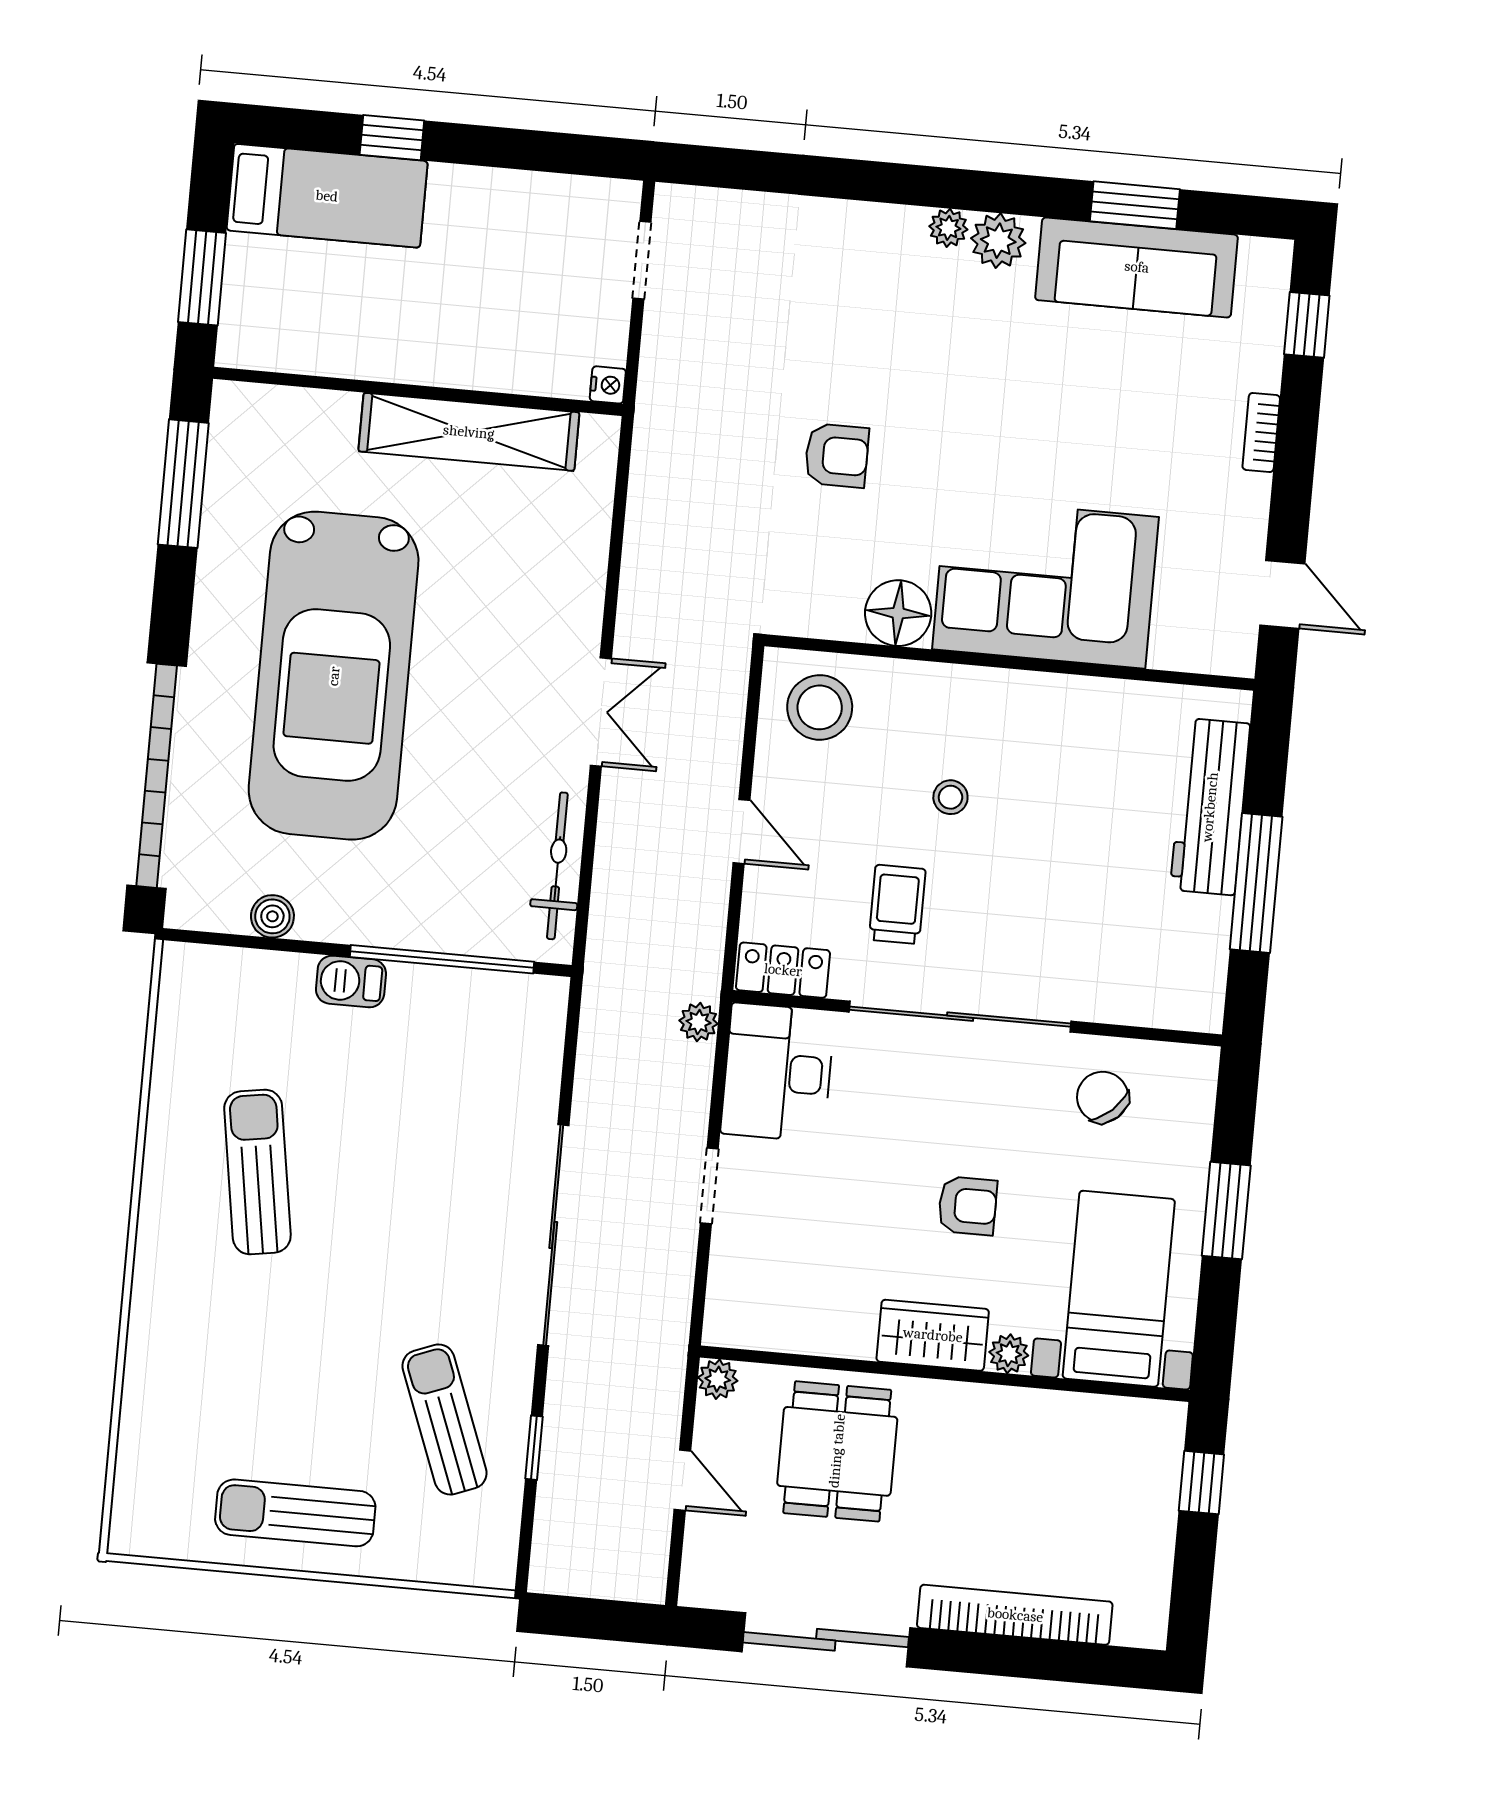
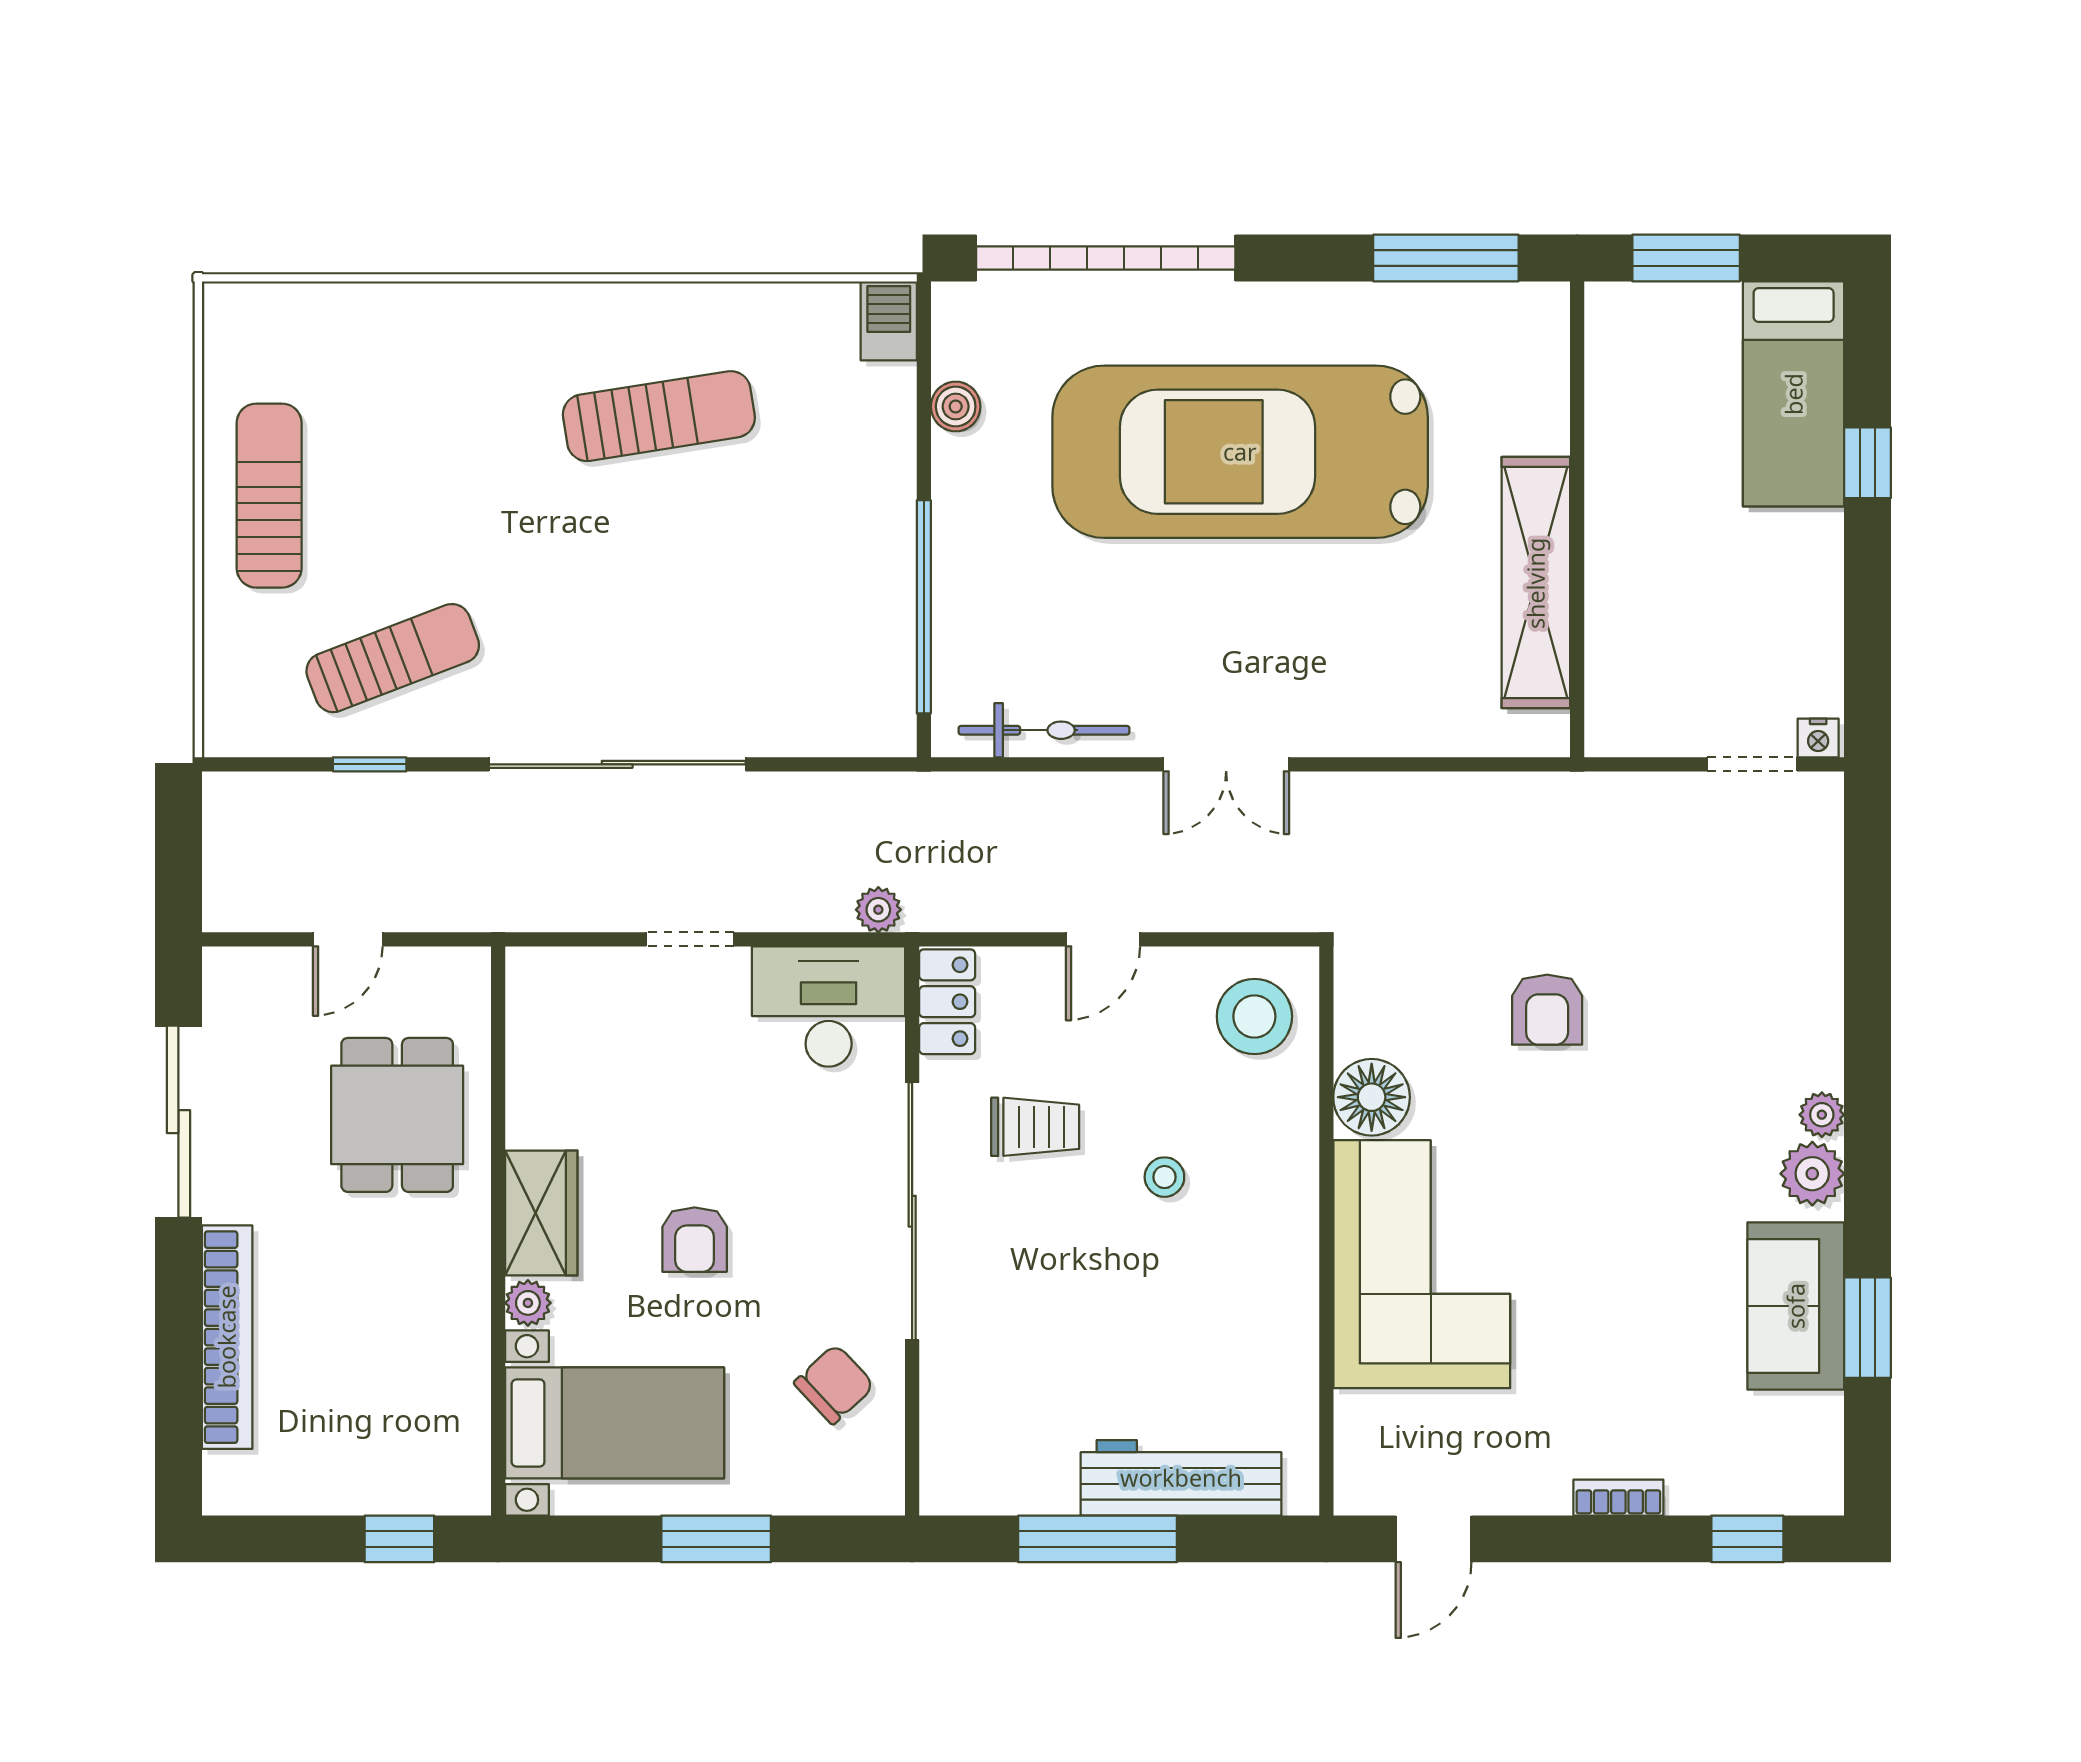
sofa: (1137, 267) -> (1796, 1306), width x0.73
nightstand: (608, 385) -> (1818, 738), moved
barbecue: (351, 981) -> (889, 321), moved
plant: (718, 1379) -> (468, 969), removed
dining table: (837, 1451) -> (397, 1115), turned 90

